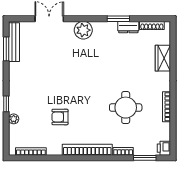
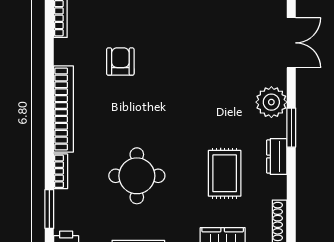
window: (118, 19) -> (291, 128), moved
dresser: (128, 27) -> (277, 156), moved
rug: (124, 57) -> (225, 173), added

